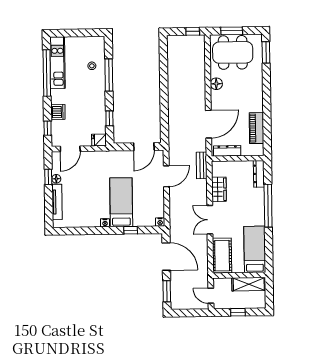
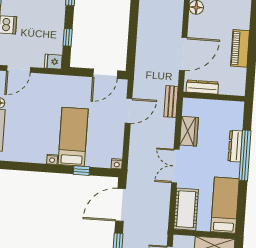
piano: (256, 128) -> (240, 48), moved
dresser: (259, 174) -> (235, 146), moved
door: (166, 257) -> (121, 205), swing flipped

